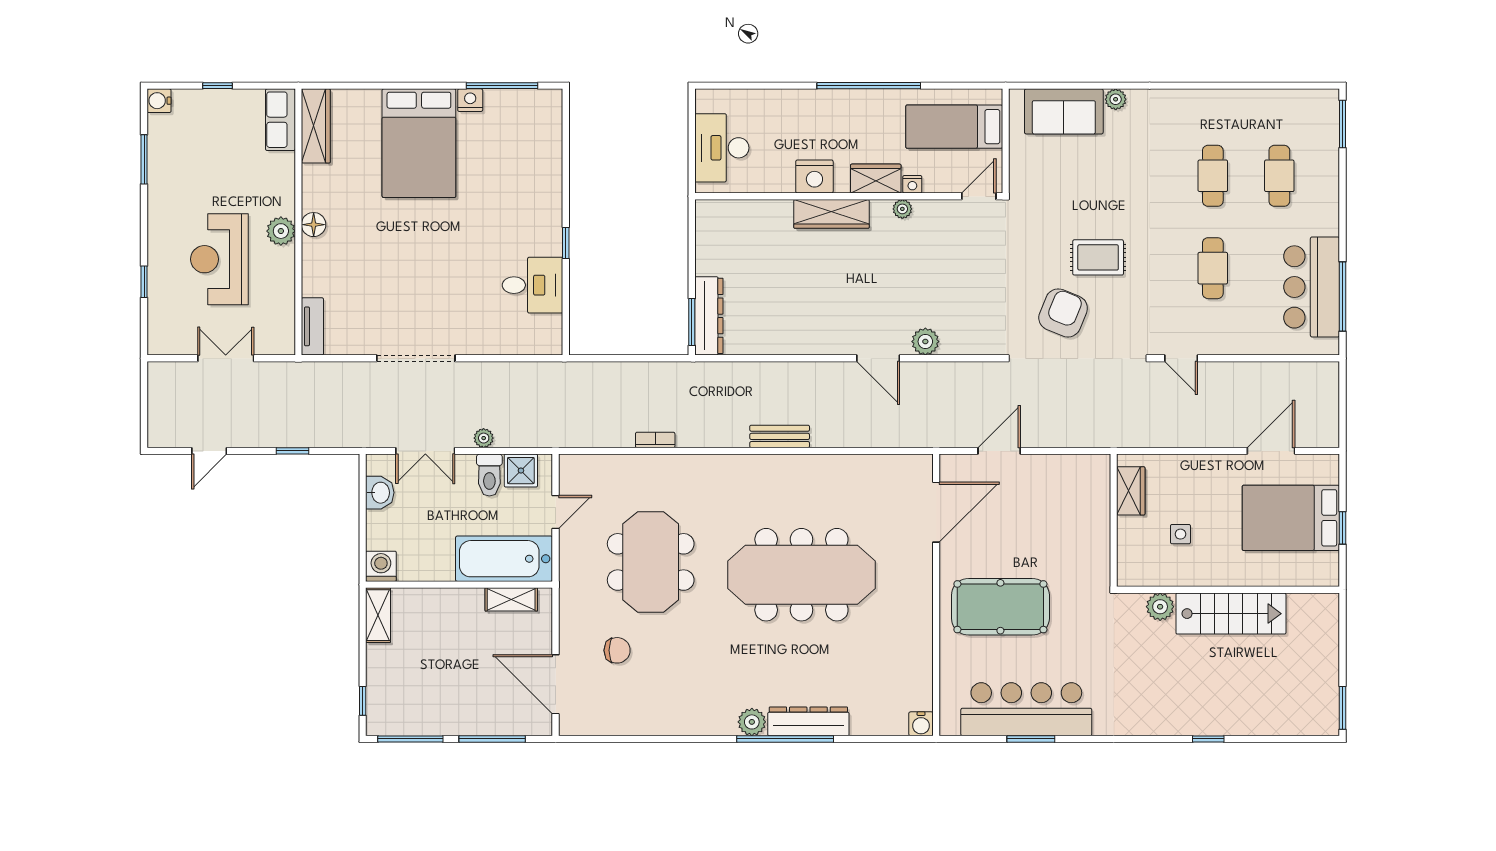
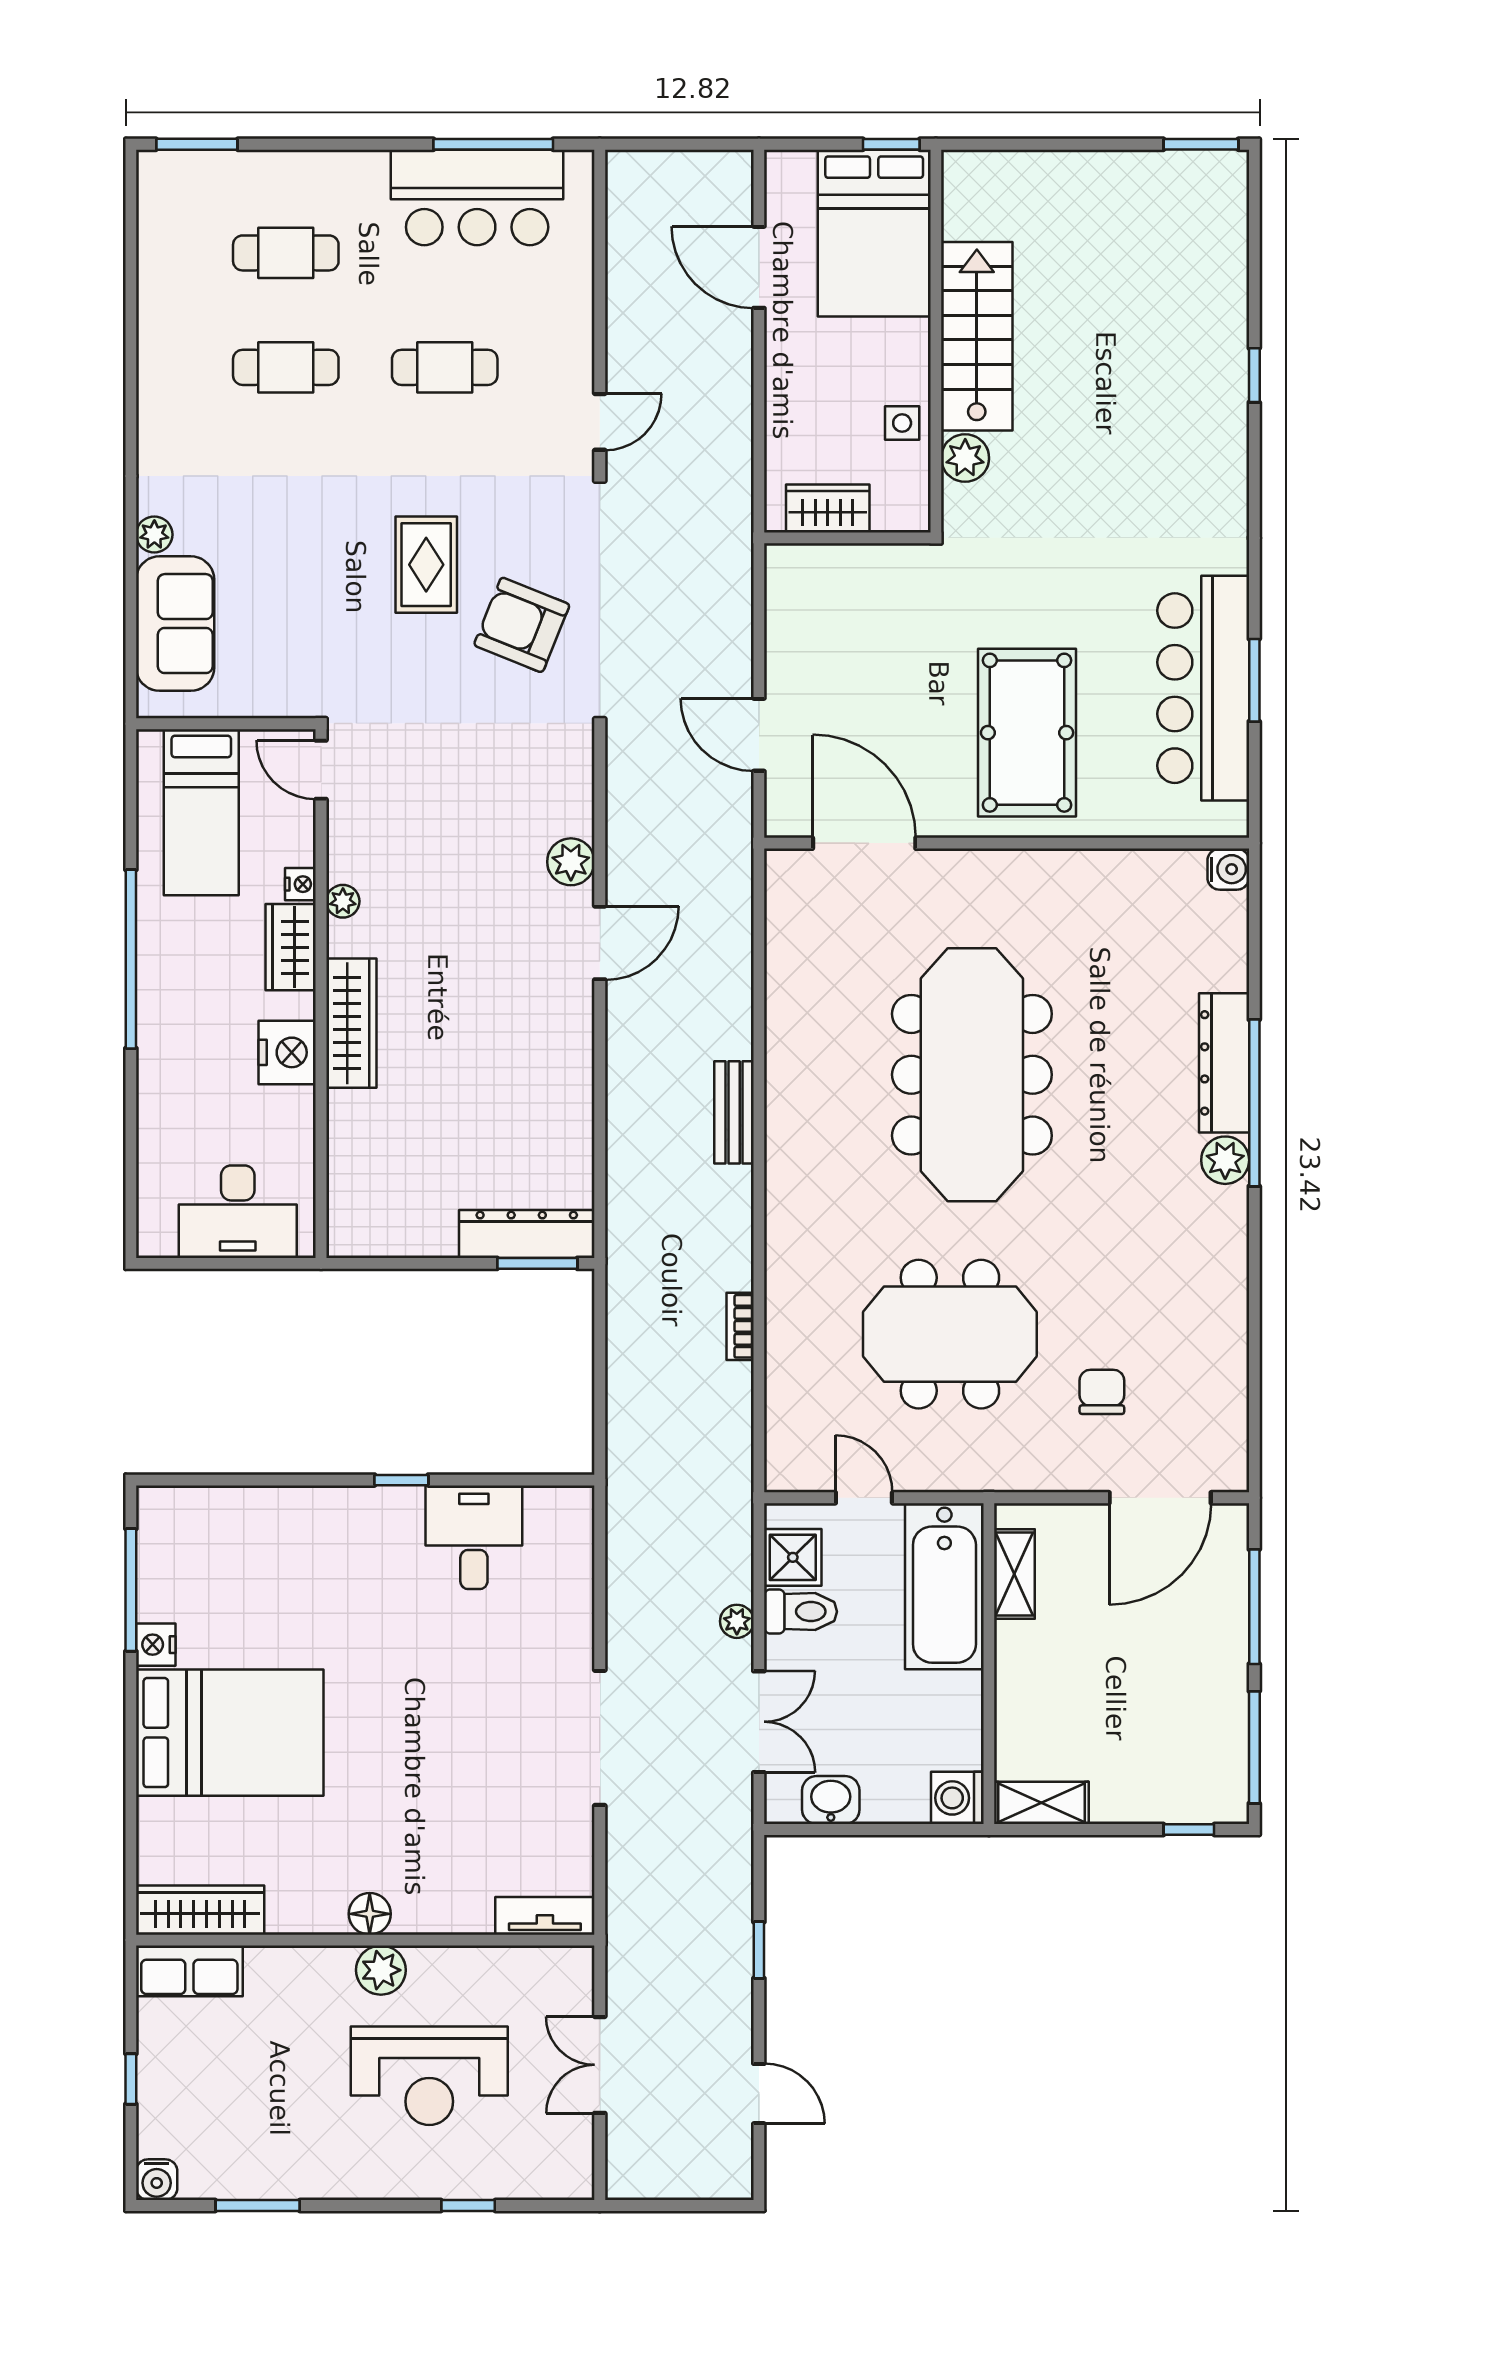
wall: (1228, 590) -> (936, 341), moved
plant: (1160, 607) -> (965, 458), moved
stairs: (1231, 614) -> (977, 336), moved

